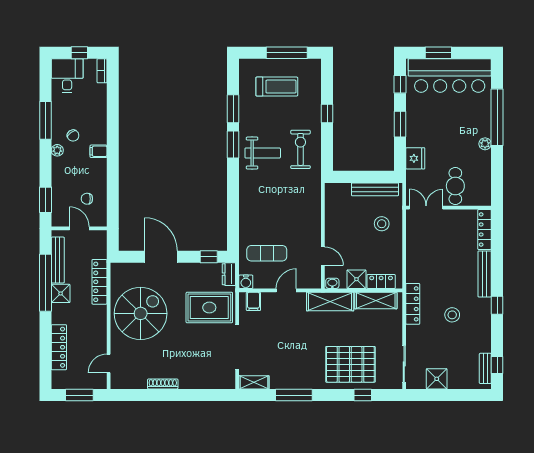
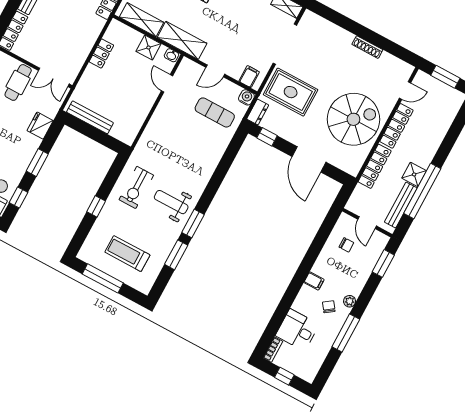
desk: (67, 76) -> (297, 330), moved, turned 90
stool: (382, 224) -> (100, 84), removed
locker: (381, 281) -> (101, 53), moved, turned -90
spiral stairs: (141, 313) -> (353, 119), turned 180
locker: (59, 347) -> (396, 126), moved, turned 180

